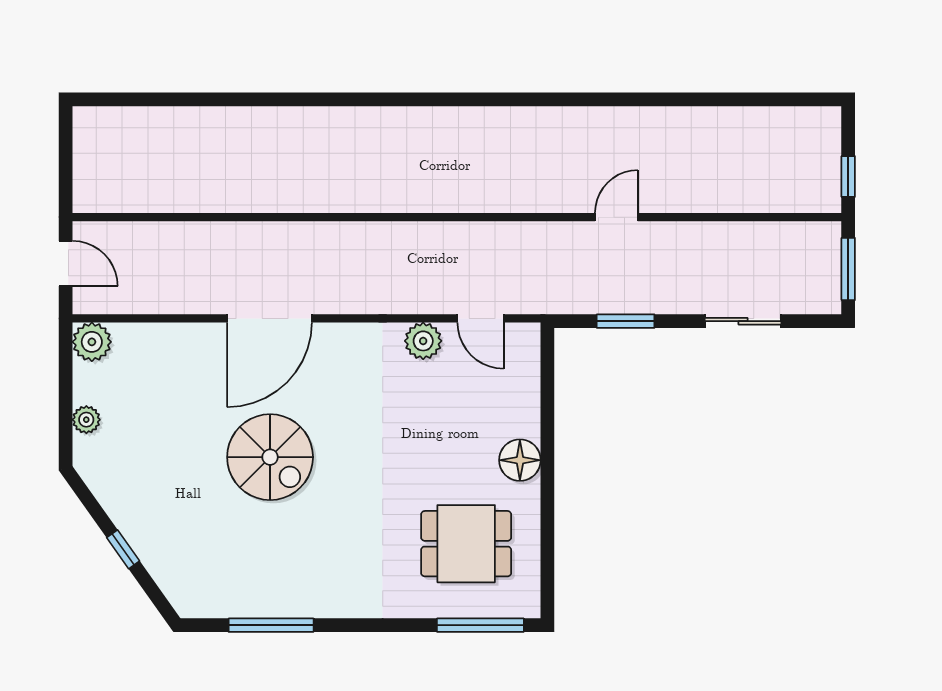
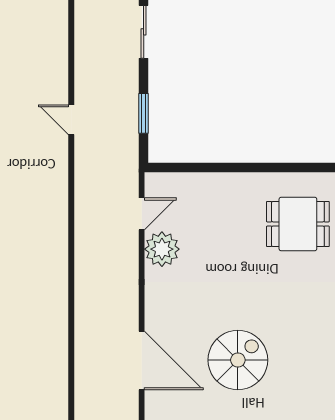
plant: (423, 341) -> (162, 249), width x1.36, depth x1.36
floor lamp: (520, 460) -> (240, 187), removed
dining table: (466, 544) -> (298, 224), turned 90

